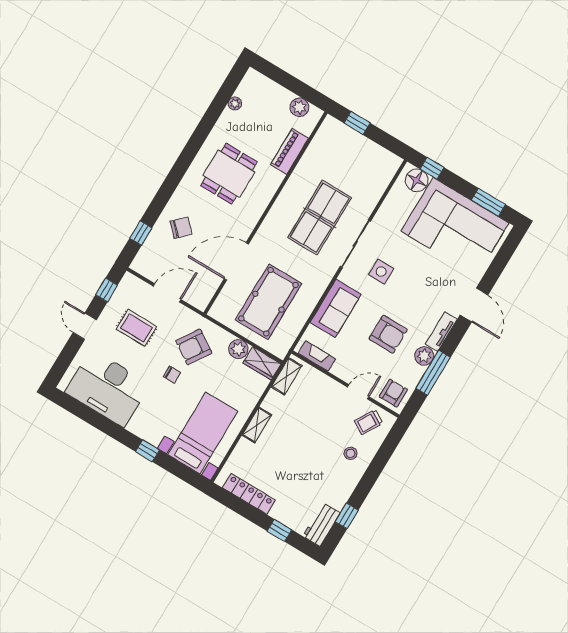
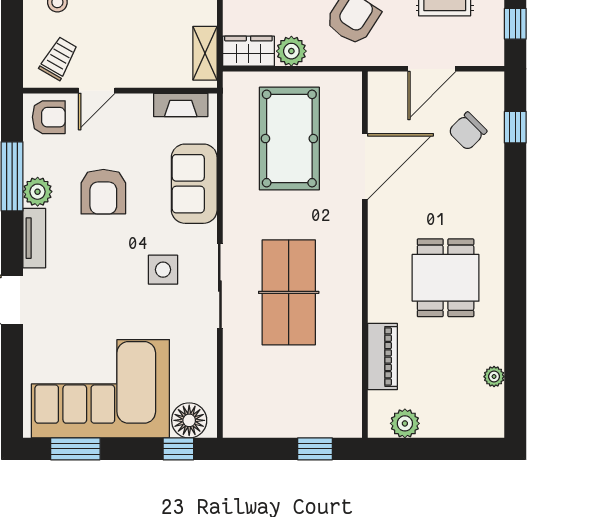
chair: (181, 228) -> (468, 131), moved
armchair: (388, 334) -> (103, 192), turned -90
armchair: (393, 393) -> (49, 117), turned -90

